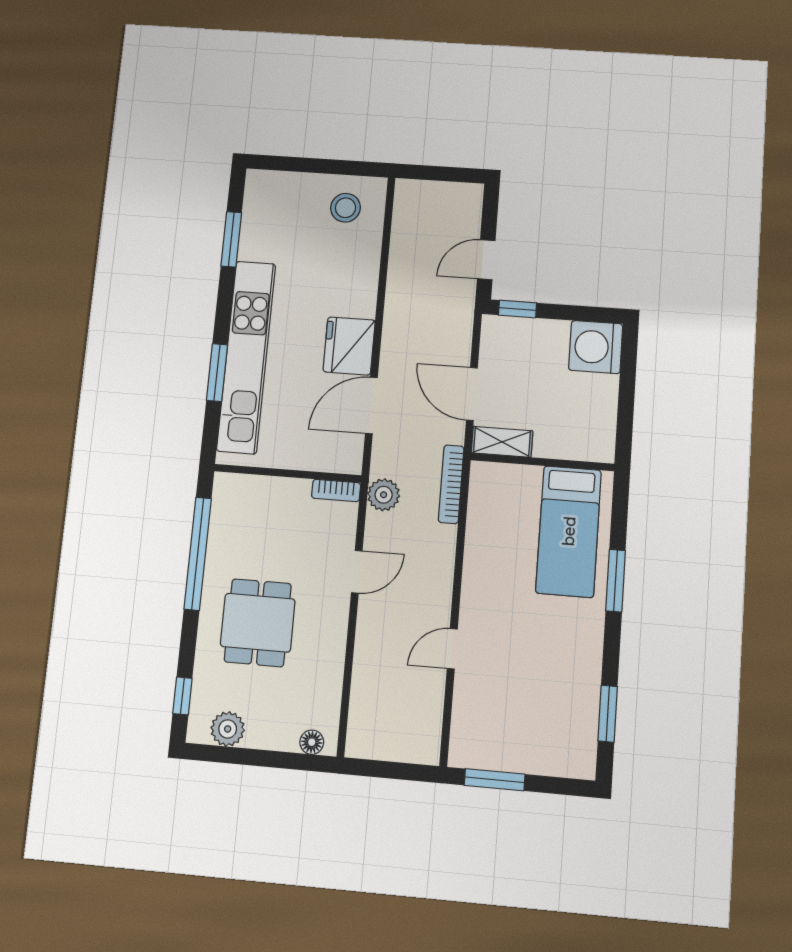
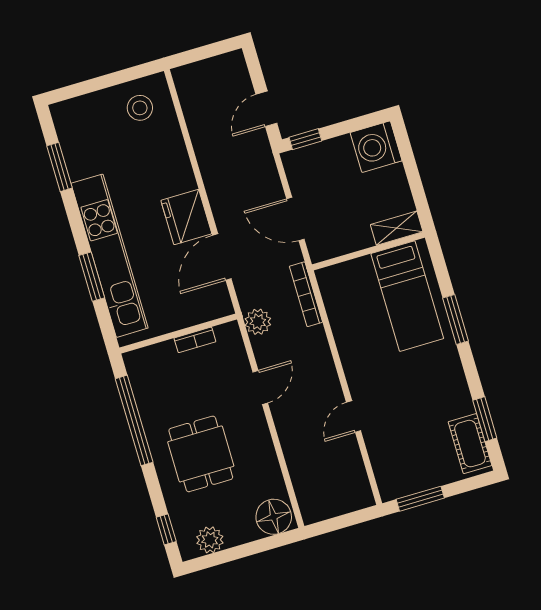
shelving: (502, 442) -> (397, 228), moved
bookcase: (336, 491) -> (195, 340), moved
cot: (579, 736) -> (470, 444), added
floor lamp: (312, 742) -> (274, 517), width x1.89, depth x1.89

